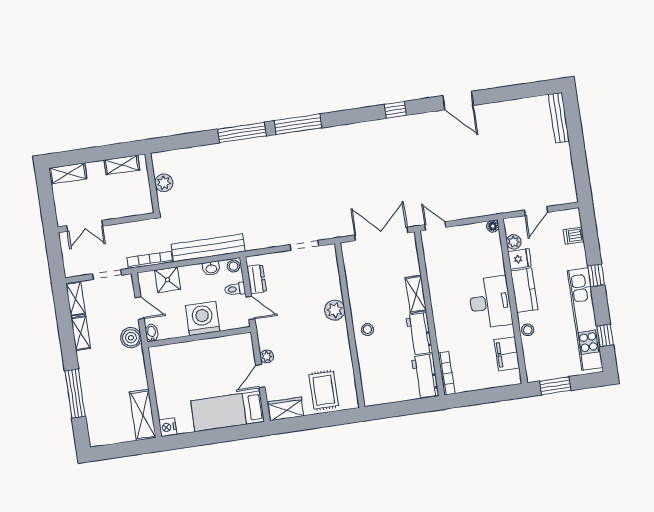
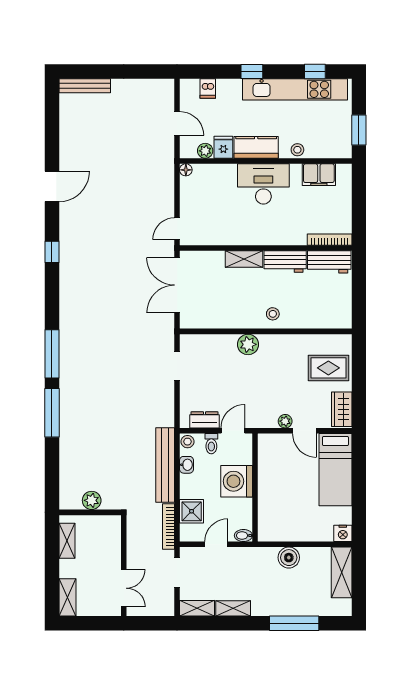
boiler: (131, 338) -> (289, 558), moved
shelving: (143, 415) -> (342, 572), moved, turned 90

